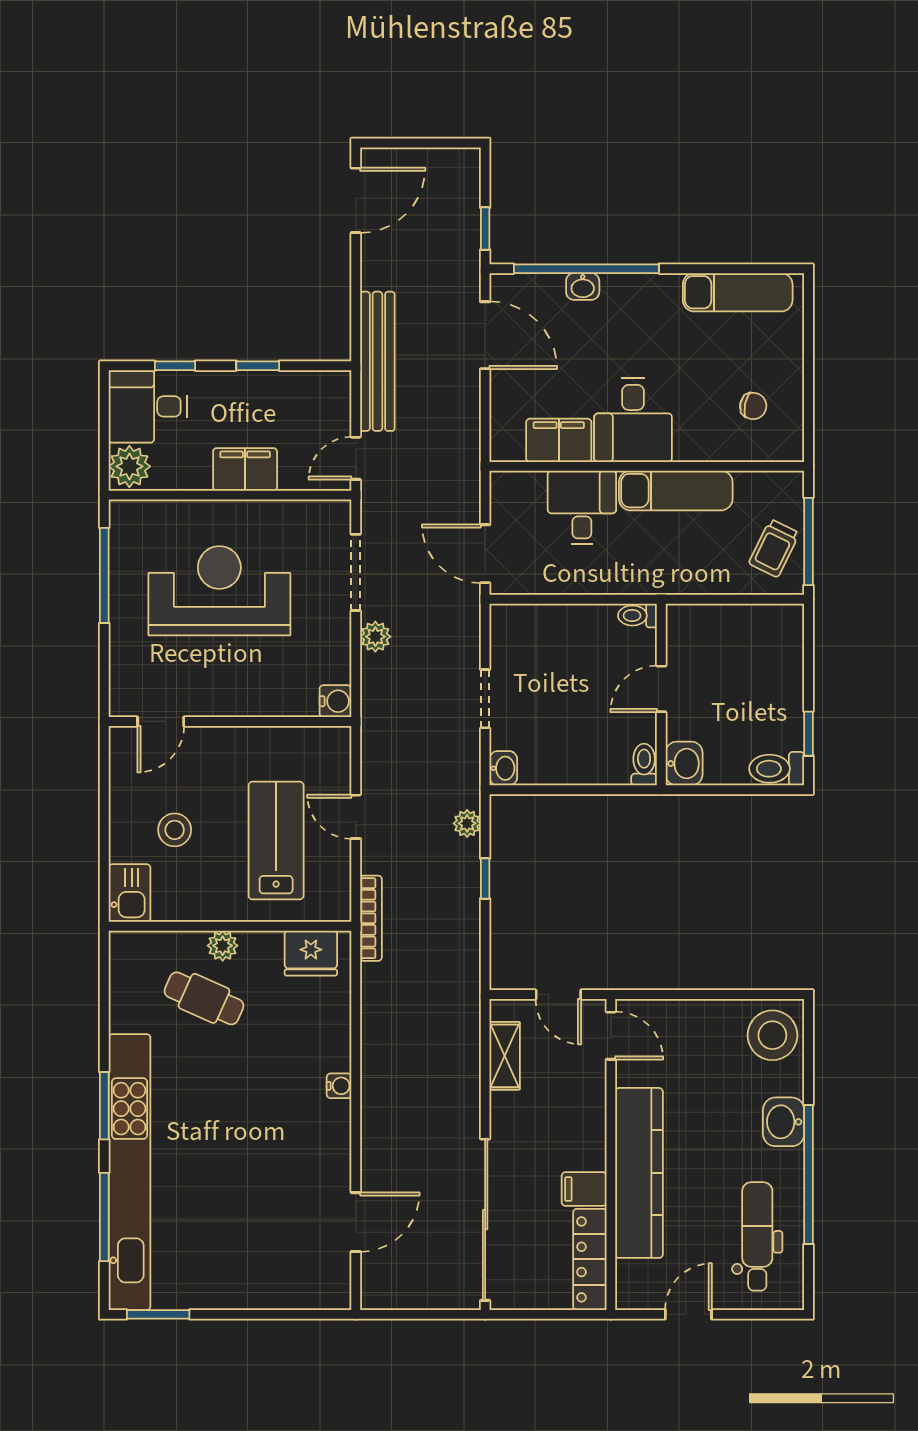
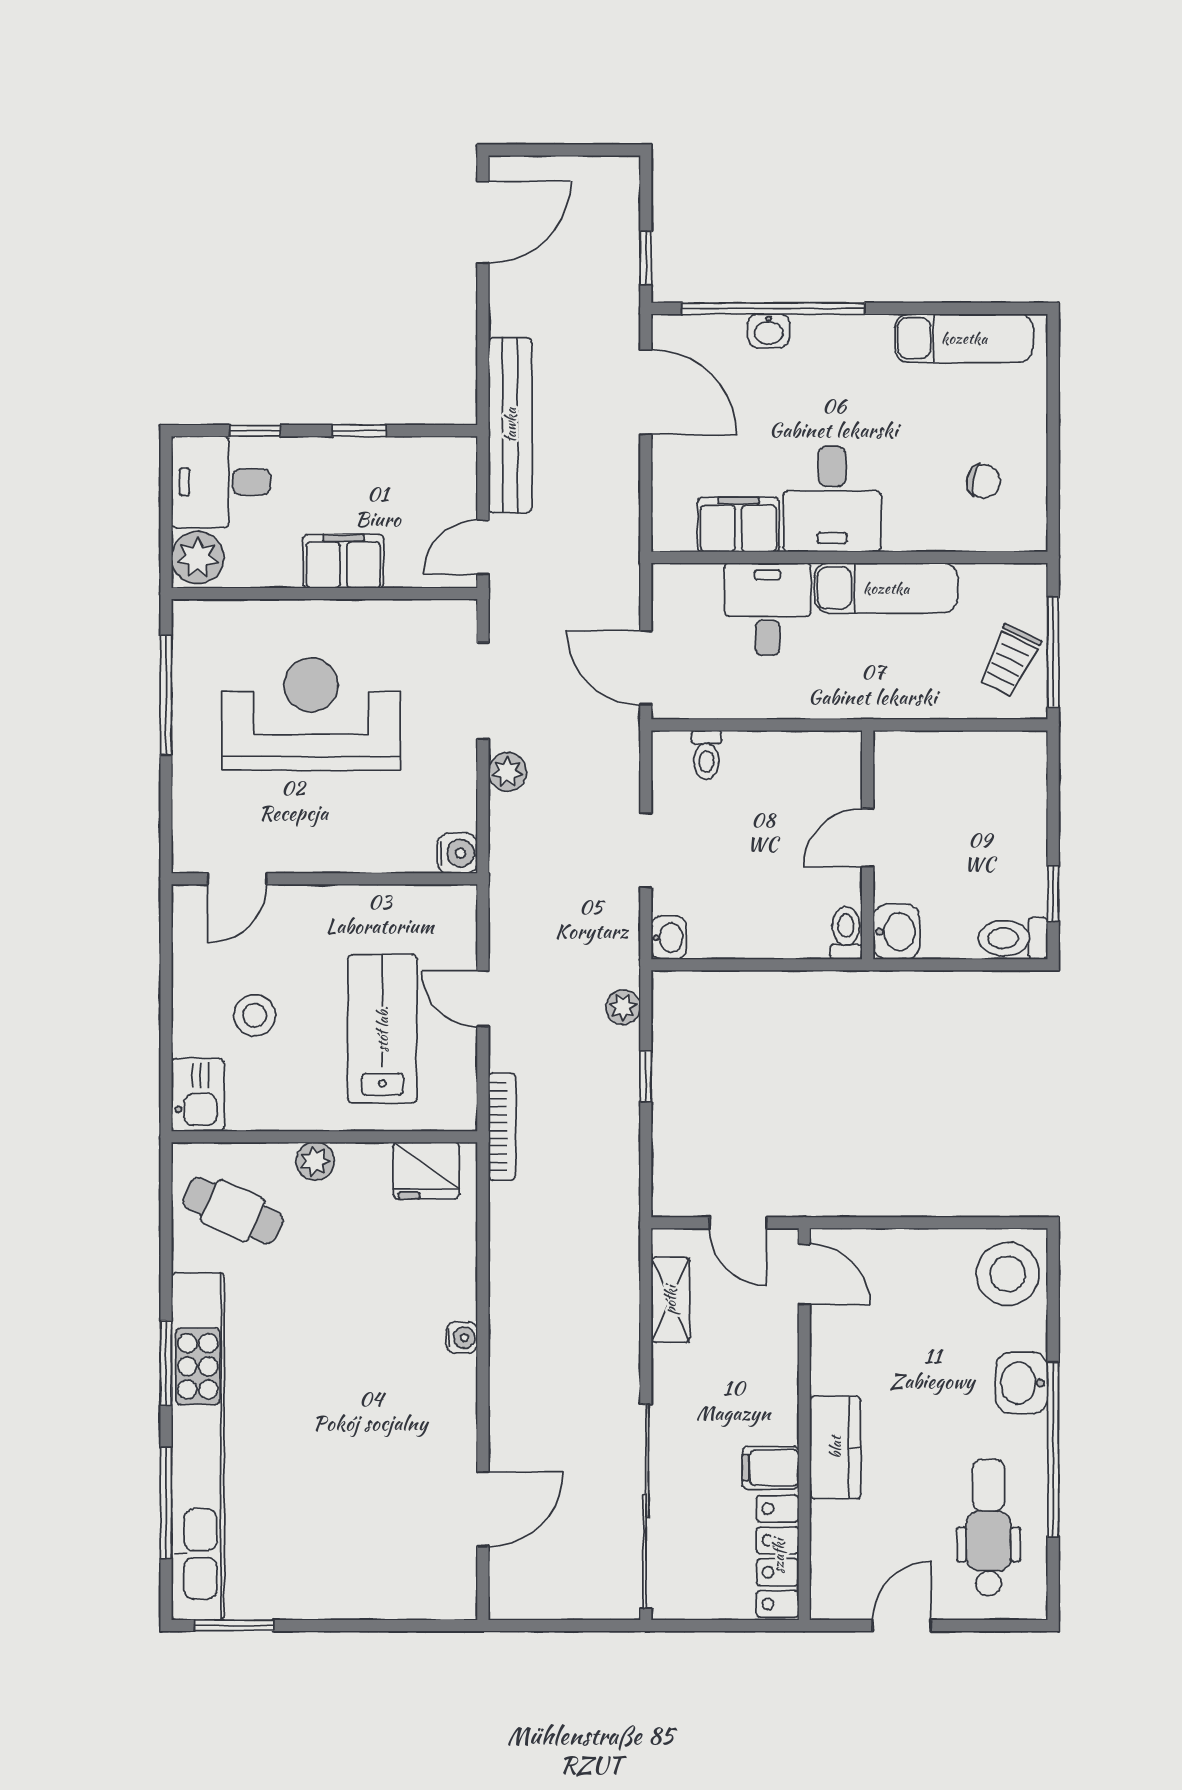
toilet: (637, 616) -> (706, 755), moved, turned -90
cafe table: (204, 998) -> (233, 1211), moved
kitchen counter: (639, 1173) -> (835, 1447), width x0.48, depth x0.86

